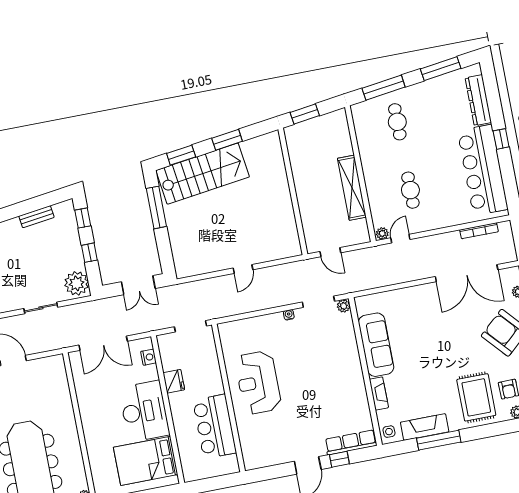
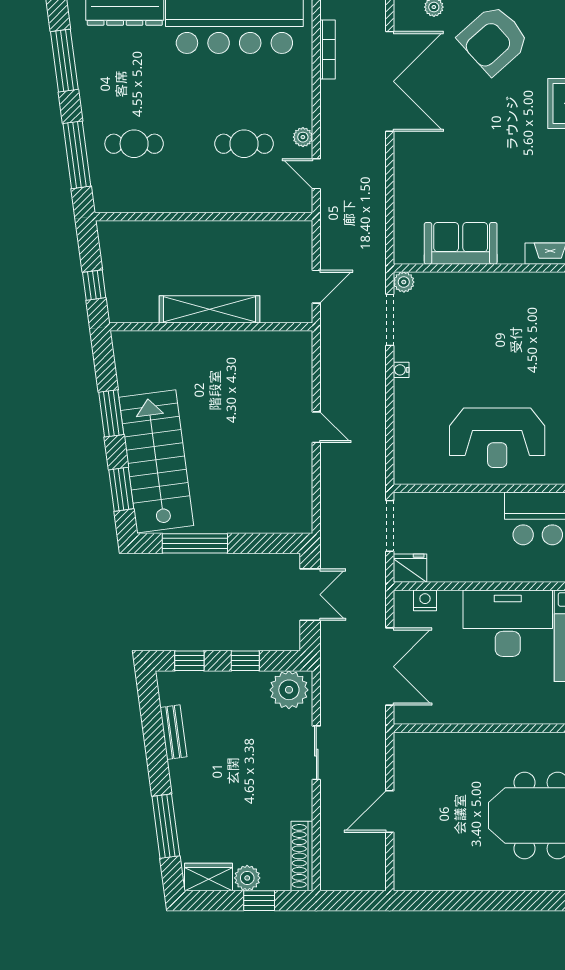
window: (305, 114) -> (94, 285), width x0.67
shelving: (352, 188) -> (209, 309), moved
plant: (382, 233) -> (303, 137), moved
sofa: (376, 345) -> (461, 243), width x0.73
fridge: (174, 381) -> (410, 568), moved

